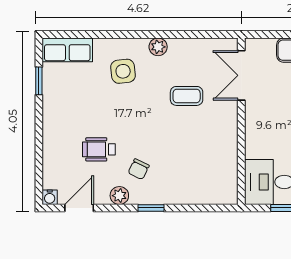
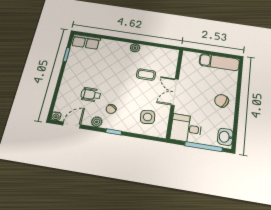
side table: (123, 71) -> (148, 117), moved
double door: (241, 75) -> (175, 92), moved

